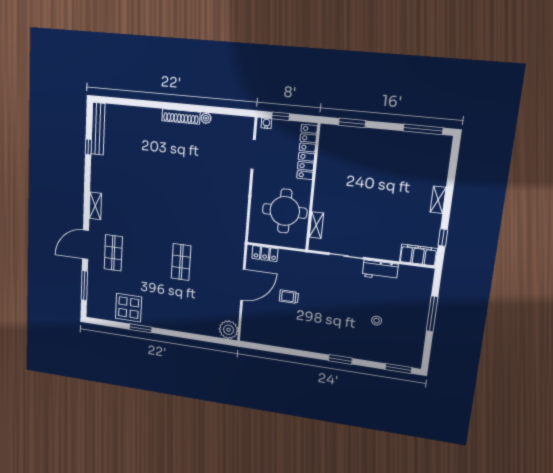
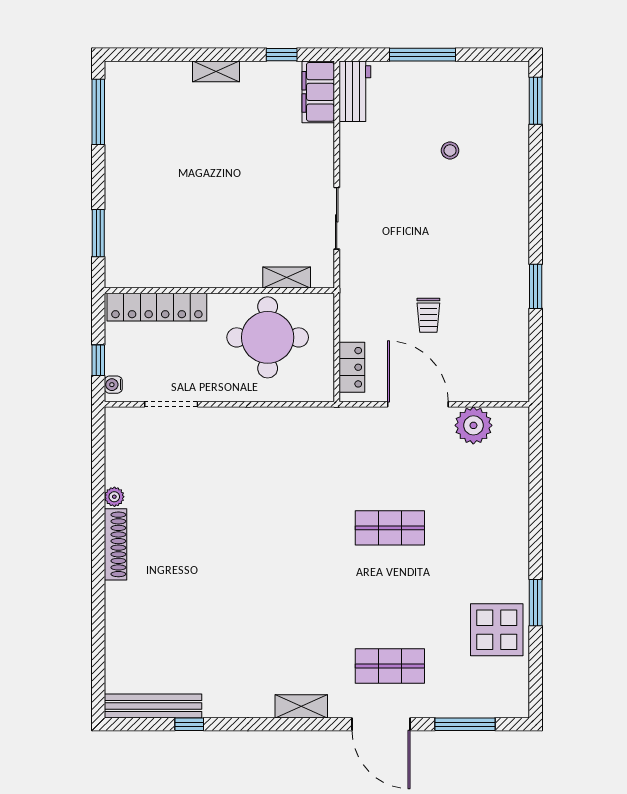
workbench: (380, 270) -> (355, 91), moved
plant: (229, 330) -> (473, 425), moved
window: (340, 359) -> (536, 286), moved

